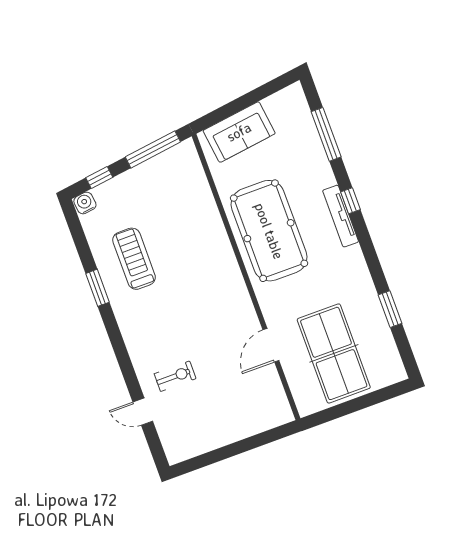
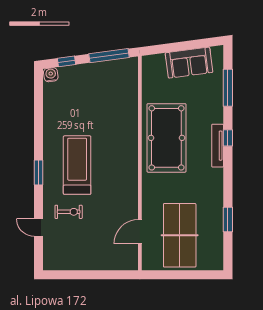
sofa: (239, 132) -> (189, 63), moved
treadmill: (134, 259) -> (77, 165), moved, width x1.37, depth x1.38
window: (98, 288) -> (39, 172), moved
door: (271, 345) -> (140, 232), moved

